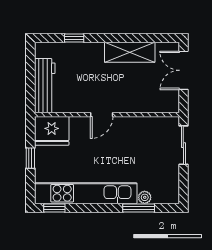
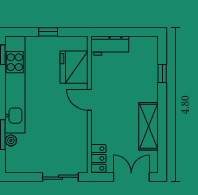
workbench: (45, 86) -> (110, 46), width x0.73
locker: (164, 105) -> (98, 158), added
fridge: (52, 131) -> (74, 67), moved

